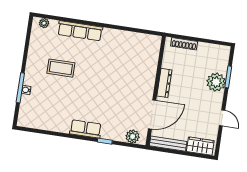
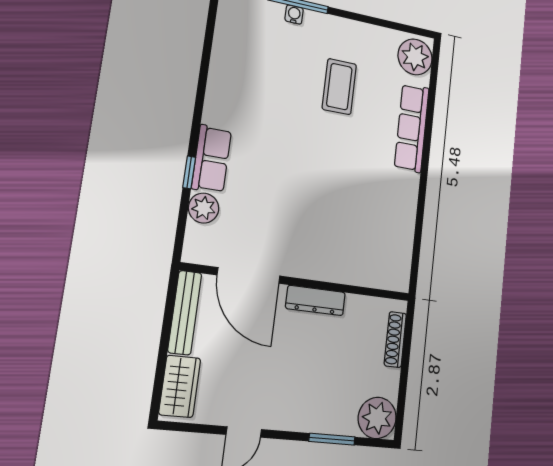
plant: (44, 23) -> (415, 57), width x1.88, depth x1.88
plant: (216, 82) -> (377, 418), moved
row of seats: (86, 129) -> (212, 159), moved
plant: (133, 137) -> (204, 208), moved

